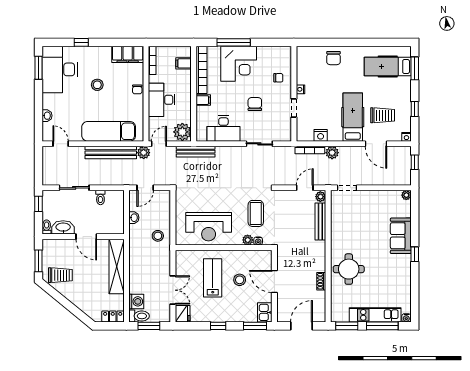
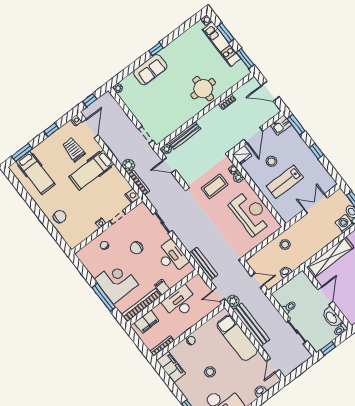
filing cabinet: (184, 63) -> (147, 322), width x2.00
desk: (162, 100) -> (180, 302), moved, turned 180
plant: (182, 132) -> (197, 285), removed
nightstand: (321, 135) -> (132, 196), moved
door: (376, 144) -> (90, 129), moved
fridge: (183, 314) -> (242, 155), moved, turned 180
window: (382, 326) -> (225, 33), width x0.69

